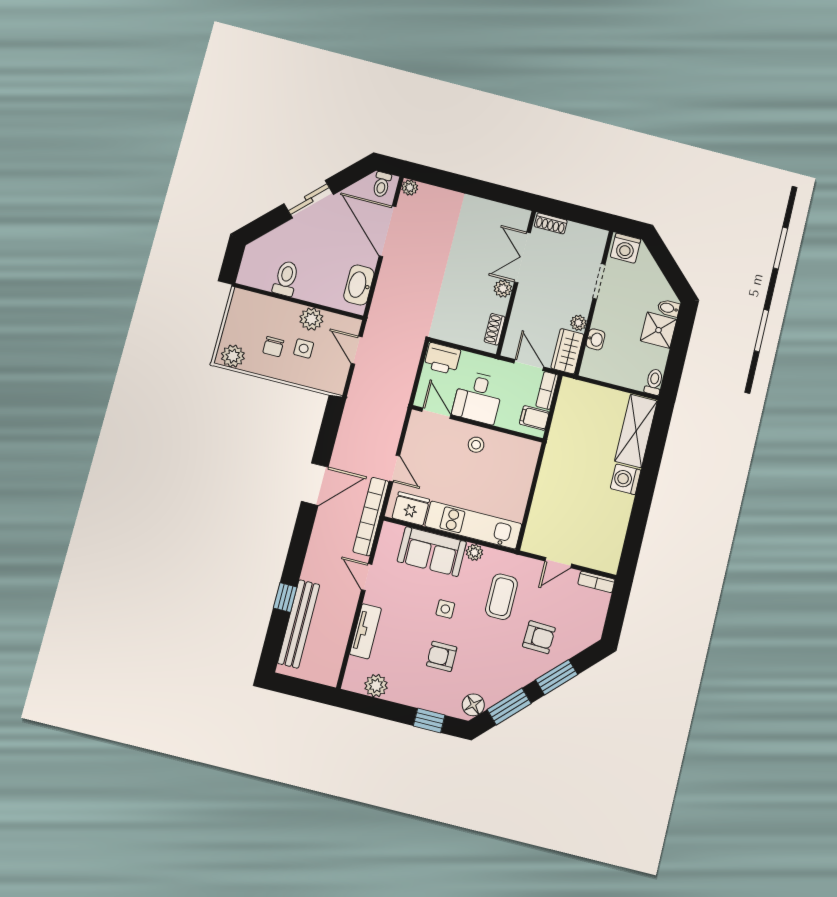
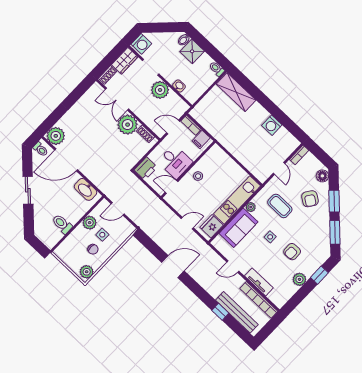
plant: (410, 188) -> (56, 136), width x1.88, depth x1.88
plant: (503, 289) -> (128, 125), width x1.88, depth x1.88
plant: (578, 323) -> (160, 90), width x1.88, depth x1.88
wardrobe: (567, 351) -> (125, 61), moved, turned -90
washing machine: (626, 479) -> (272, 125), moved
door: (315, 484) -> (173, 267), hinge flipped
bookcase: (371, 517) -> (259, 300), moved
armchair: (539, 637) -> (310, 199), turned 123
plant: (376, 686) -> (299, 279), moved
floor lamp: (473, 705) -> (322, 176), moved

